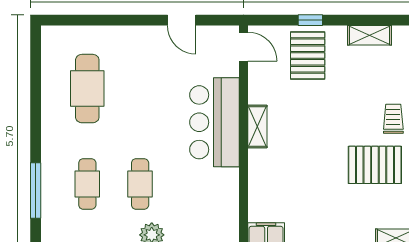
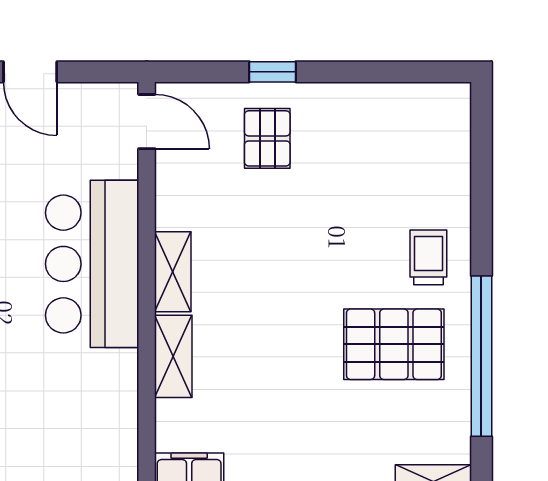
shelving: (369, 35) -> (173, 356), moved, turned 90
pallet: (308, 56) -> (267, 138), width x0.67, depth x0.71

